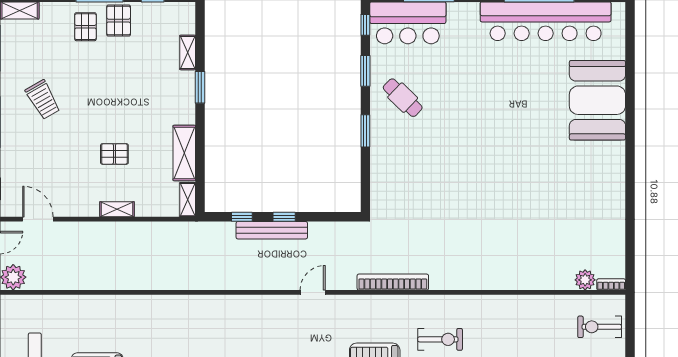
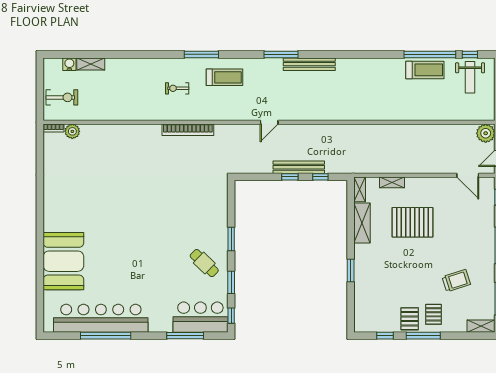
shelving: (188, 52) -> (360, 296), removed
trolley: (43, 100) -> (456, 281), moved, turned 102
pallet: (114, 154) -> (413, 222), width x2.05, depth x2.00
shelving: (117, 209) -> (392, 182), moved
bookcase: (393, 282) -> (188, 130), moved
exercise bike: (440, 339) -> (177, 88), width x0.73, depth x0.72

